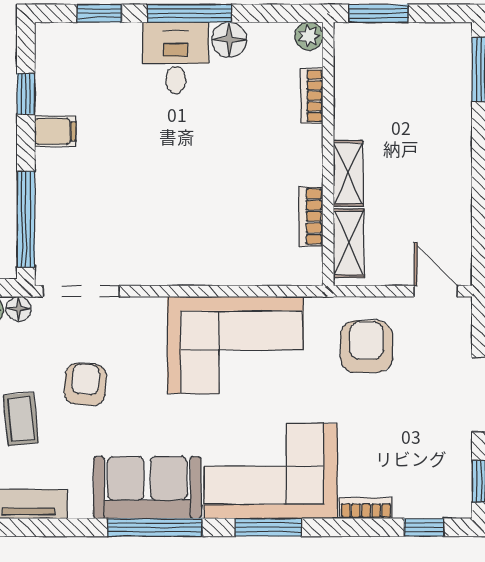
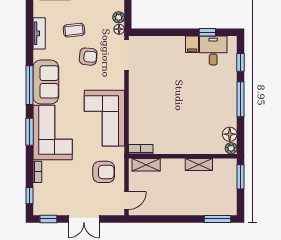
floor lamp: (229, 40) -> (230, 134), moved
desk: (176, 58) -> (213, 50), moved, turned -90
bookcase: (312, 96) -> (207, 150), removed
shelving: (348, 173) -> (199, 164), moved
bookcase: (311, 216) -> (141, 149), moved
window: (26, 219) -> (156, 32), removed

